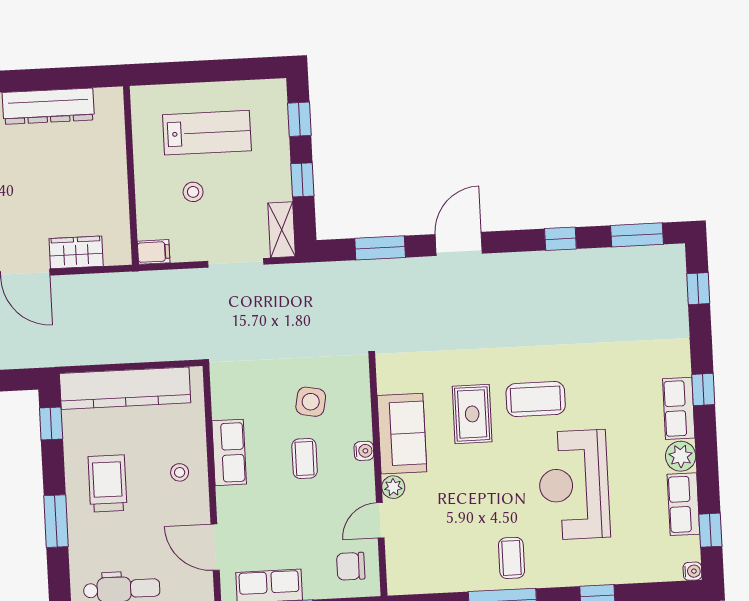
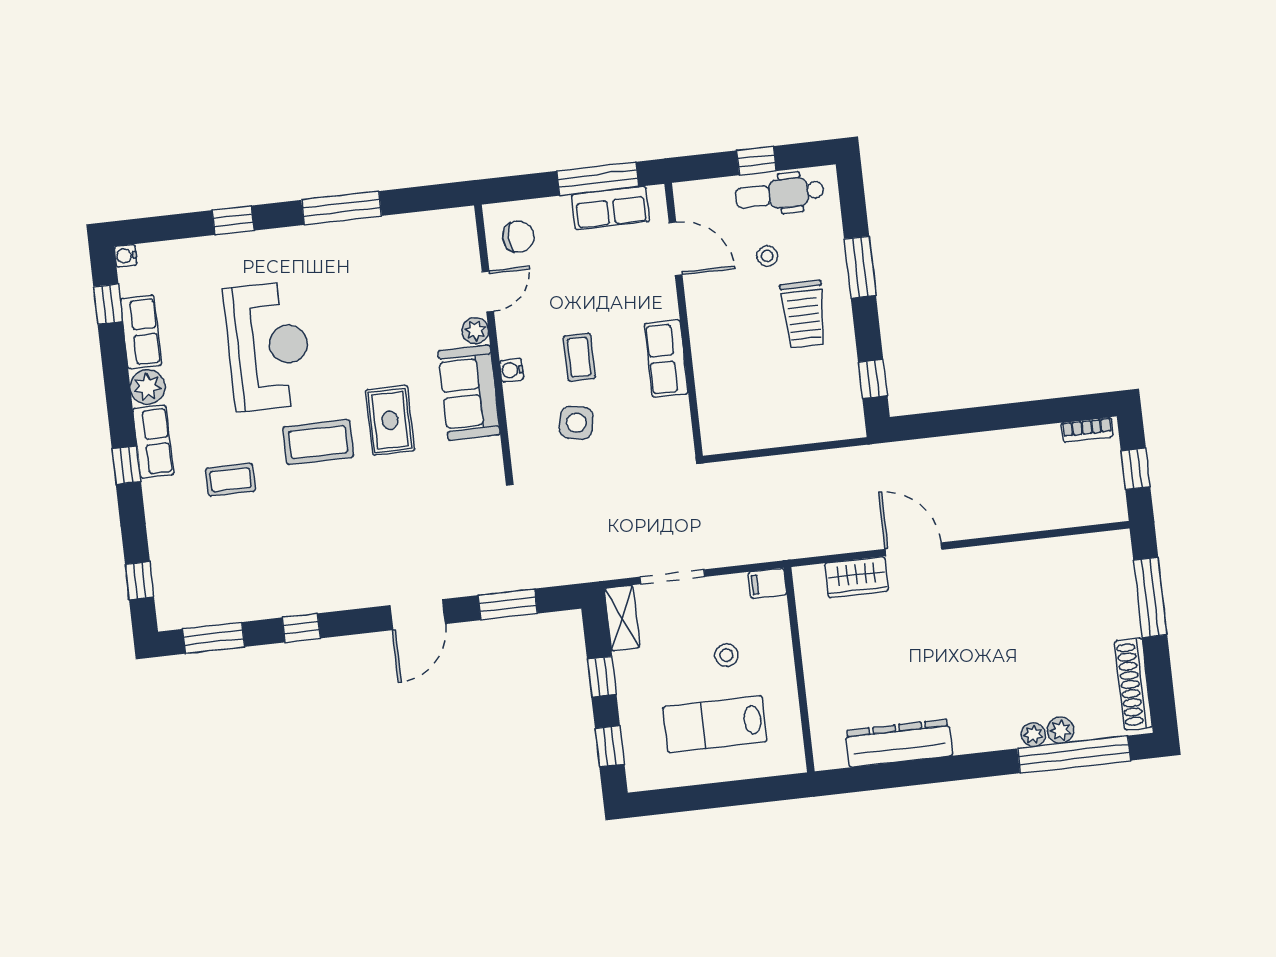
kitchen counter: (125, 388) -> (790, 425), removed
stool: (180, 472) -> (767, 256), moved
coffee table: (511, 558) -> (231, 480), moved, turned 90

